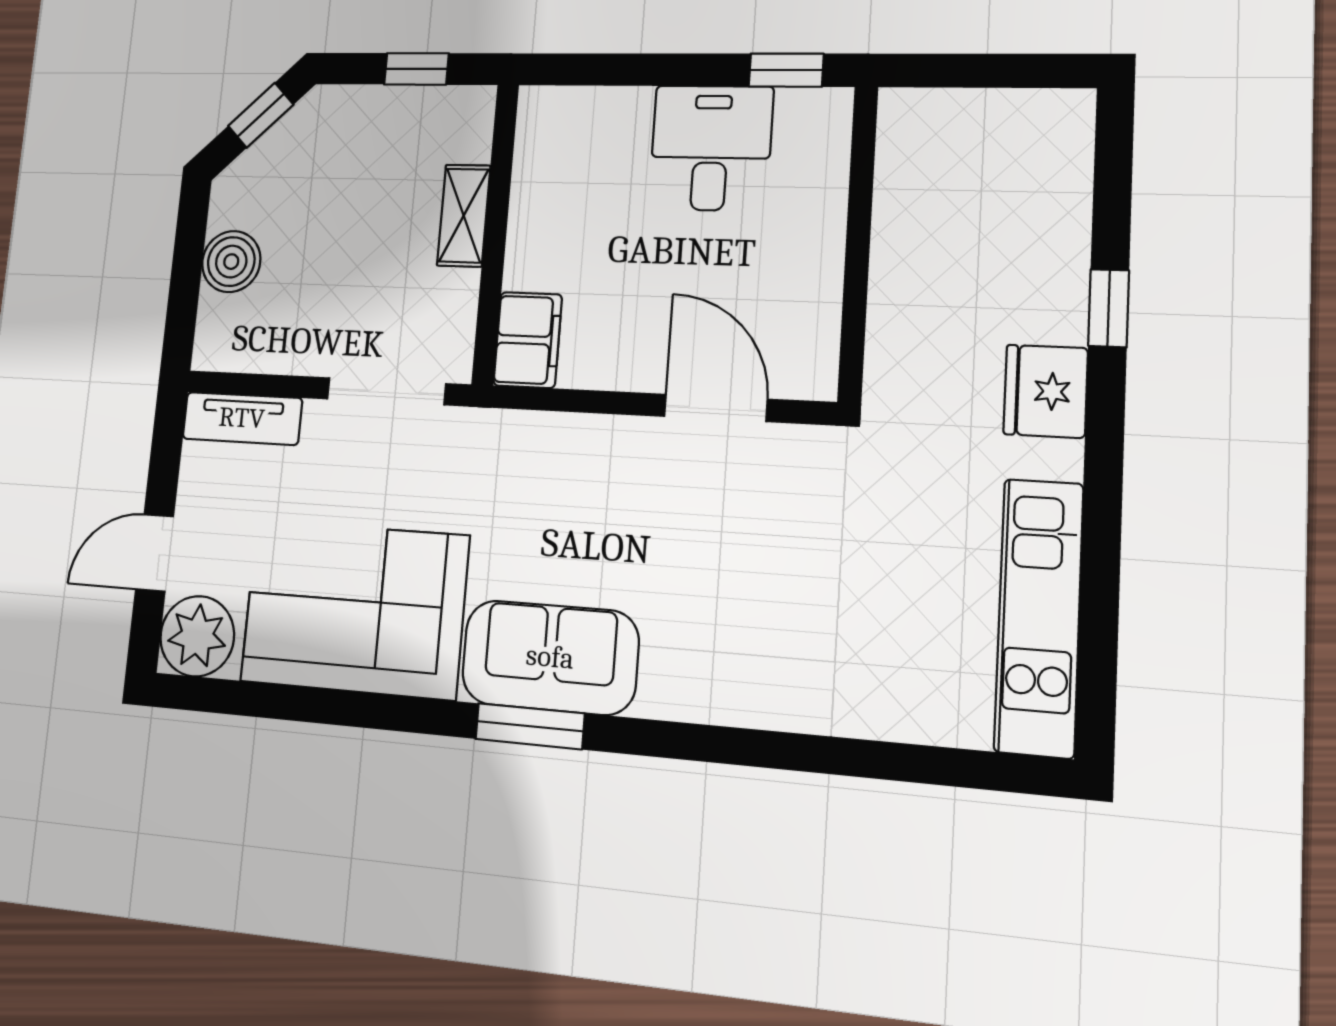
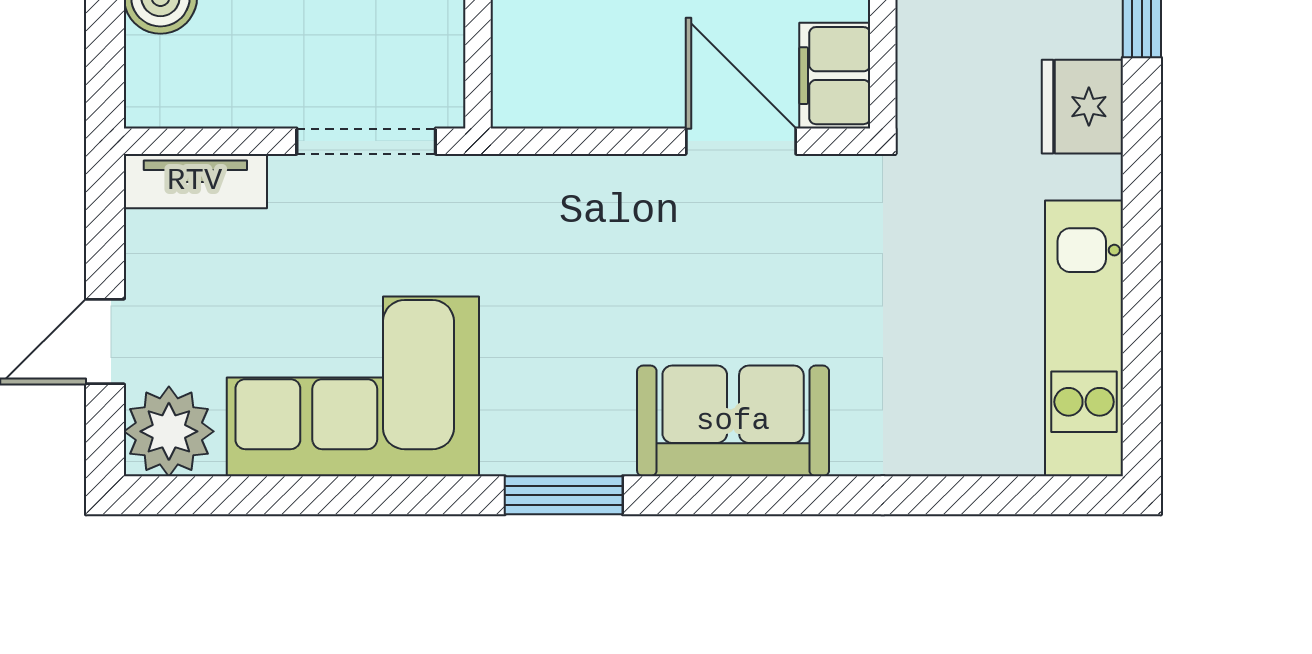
filing cabinet: (528, 340) -> (835, 76), moved, turned 180
sofa: (550, 657) -> (733, 421), moved

